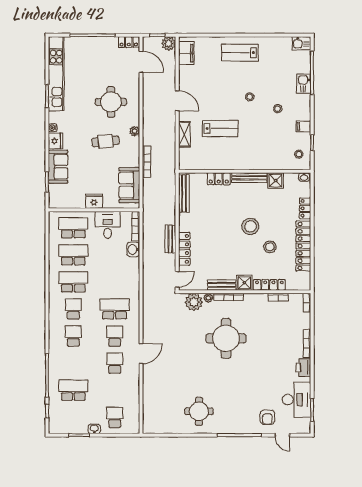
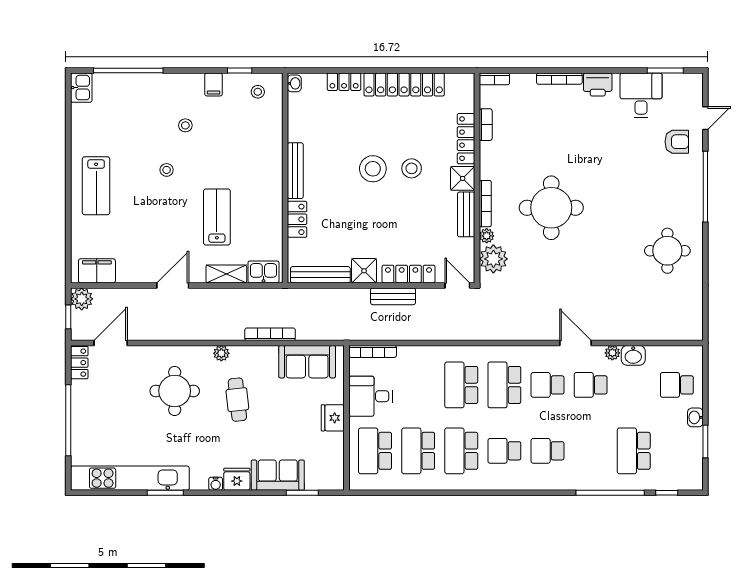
kitchen sink: (304, 84) -> (263, 272), moved, turned 180
shower: (276, 180) -> (364, 271), moved
stool: (270, 247) -> (412, 168), moved
washbasin: (133, 250) -> (633, 355), moved
school desk: (115, 282) -> (461, 385), added
plant: (135, 377) -> (612, 353), added
desk: (297, 400) -> (641, 95), width x0.73

